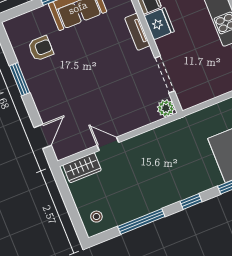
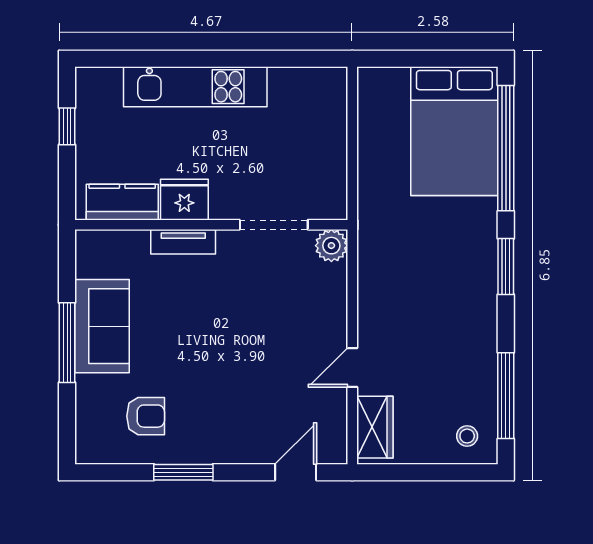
armchair: (41, 48) -> (146, 416), turned 90
door: (43, 136) -> (296, 472), hinge flipped
window: (191, 202) -> (506, 266), width x1.50
window: (141, 221) -> (506, 396), moved

